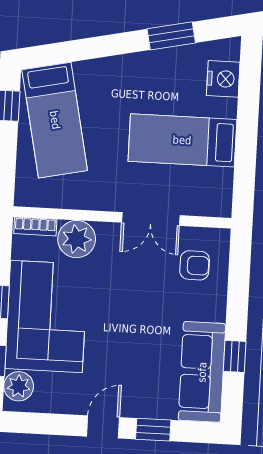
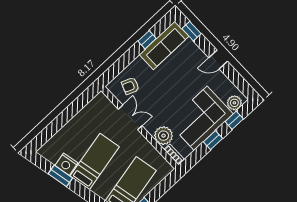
nightstand: (223, 79) -> (66, 164), moved, turned -102
bed: (182, 140) -> (95, 161), moved, turned -102
armchair: (195, 265) -> (130, 86), turned -69
window: (153, 430) -> (191, 31), moved

